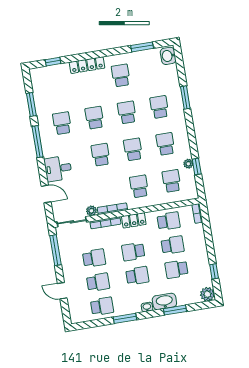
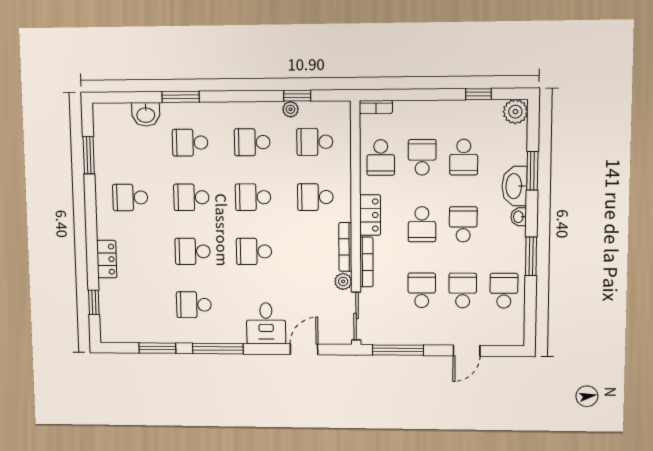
washbasin: (168, 56) -> (146, 114), moved
locker: (87, 65) -> (107, 259), width x0.66
school desk: (169, 221) -> (381, 158), turned 180

